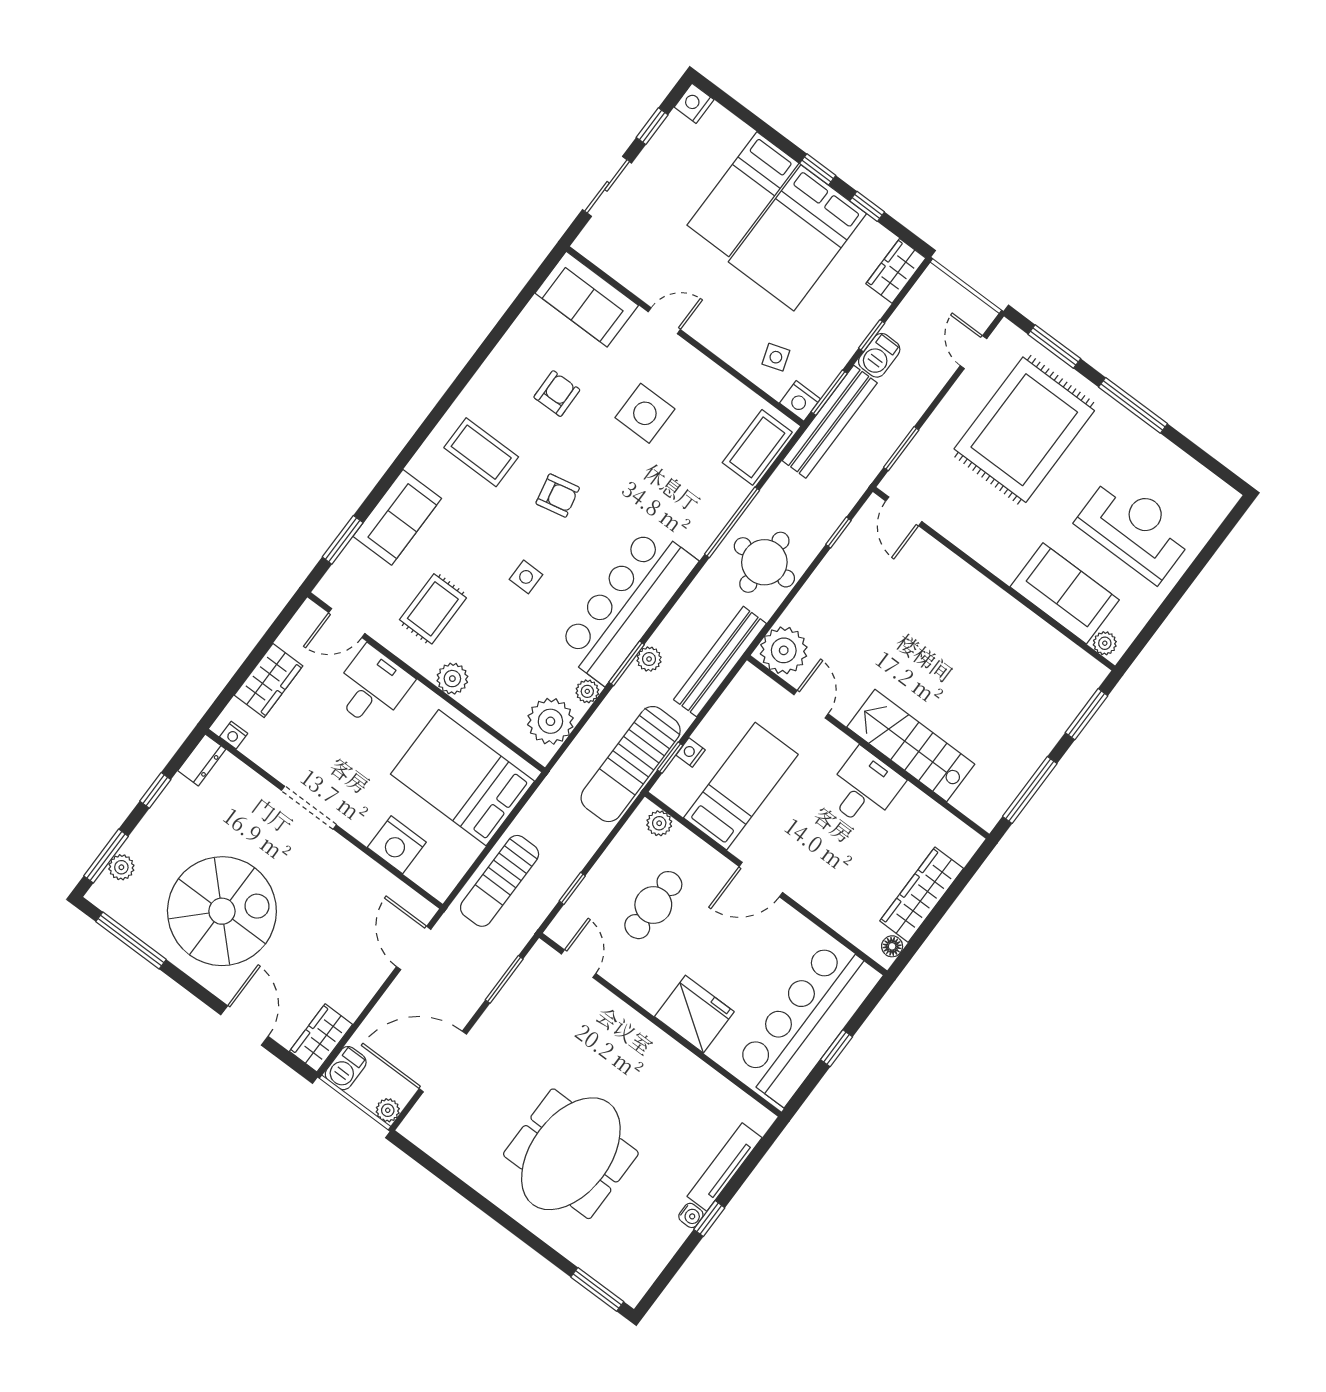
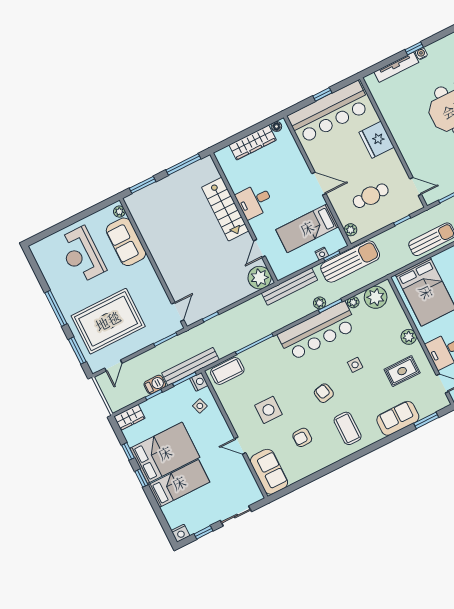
round table: (764, 562) -> (249, 320), removed
door: (579, 964) -> (416, 186), swing flipped

